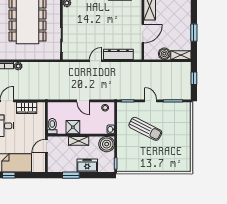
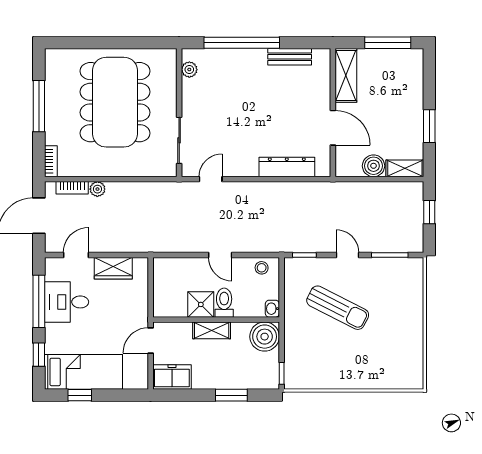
door: (143, 34) -> (333, 128), hinge flipped
door: (96, 61) -> (211, 179), moved
toilet: (52, 126) -> (224, 303), moved
freezer: (87, 166) -> (172, 377), moved
window: (71, 175) -> (231, 395), moved

